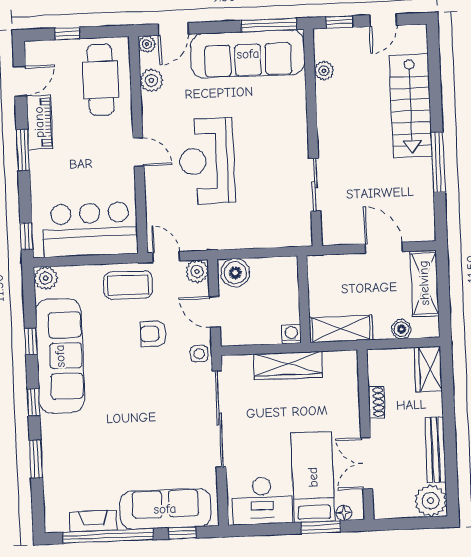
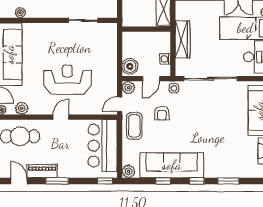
reception desk: (207, 161) -> (67, 79), turned 180
washing machine: (291, 334) -> (165, 59), moved

